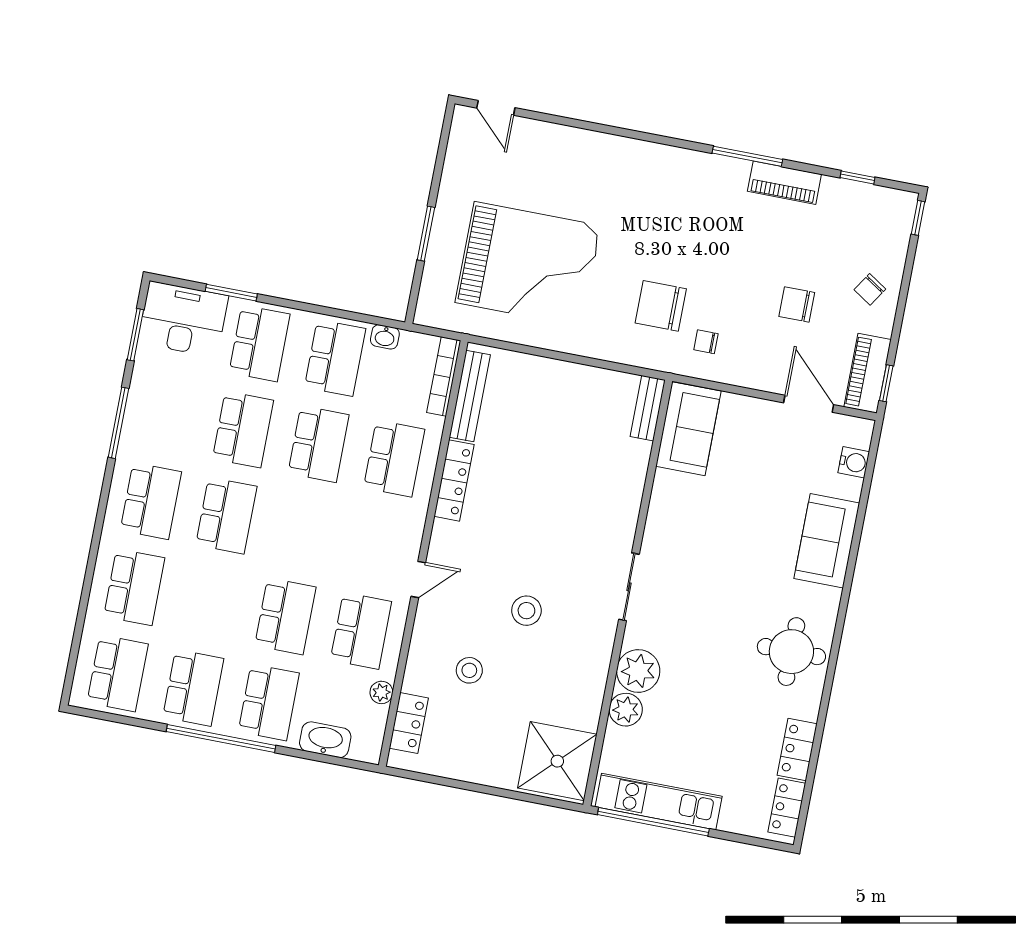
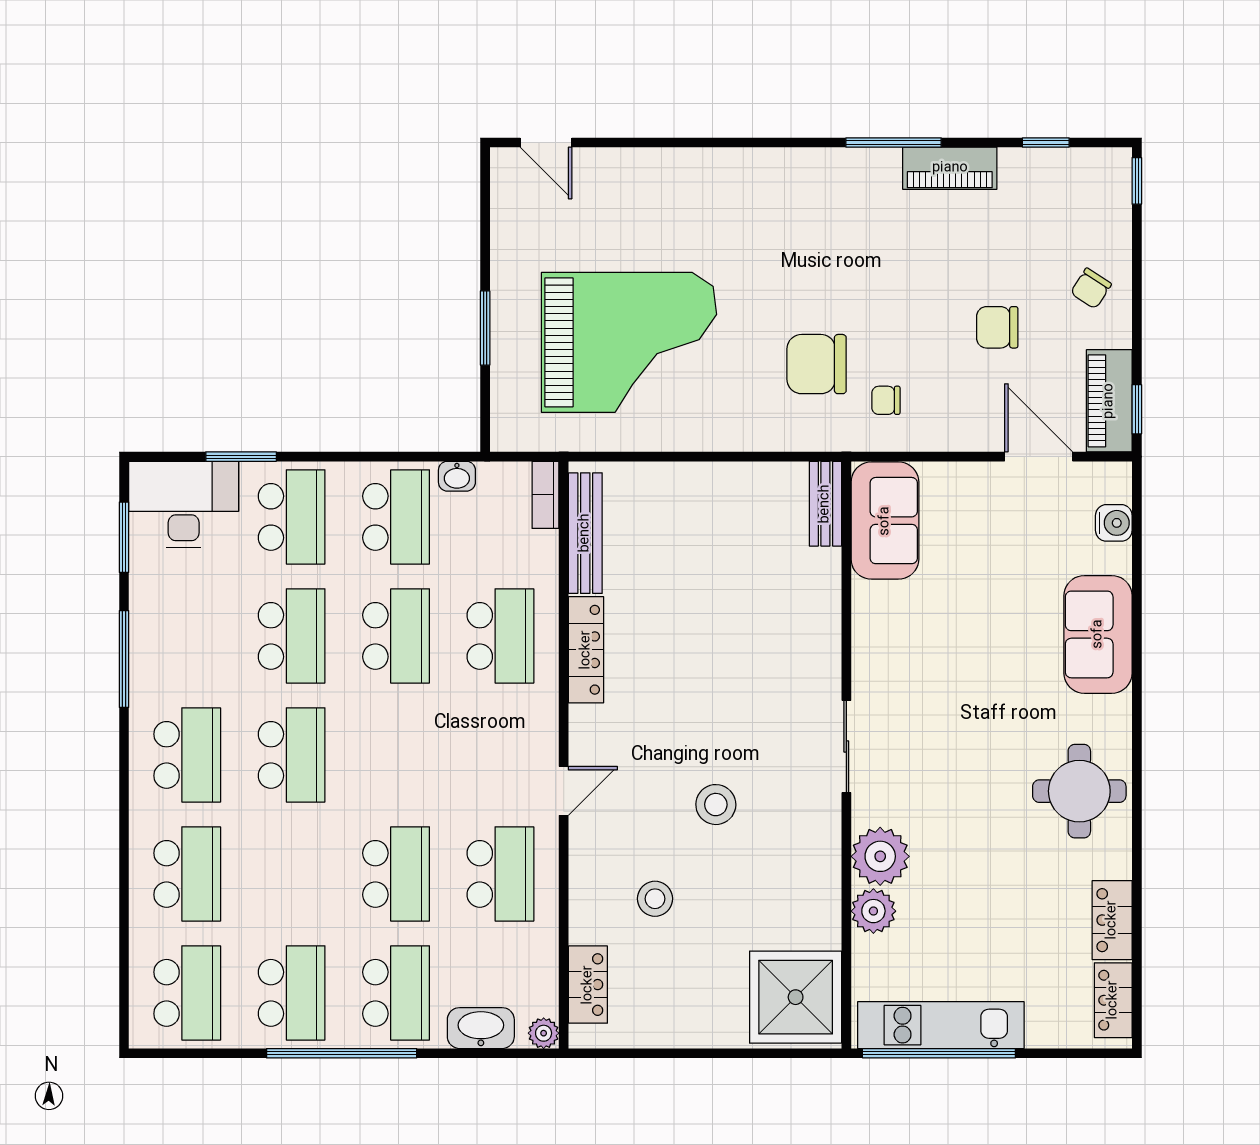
bookcase: (444, 376) -> (546, 495), width x0.64
plant: (381, 692) -> (544, 1033), moved

